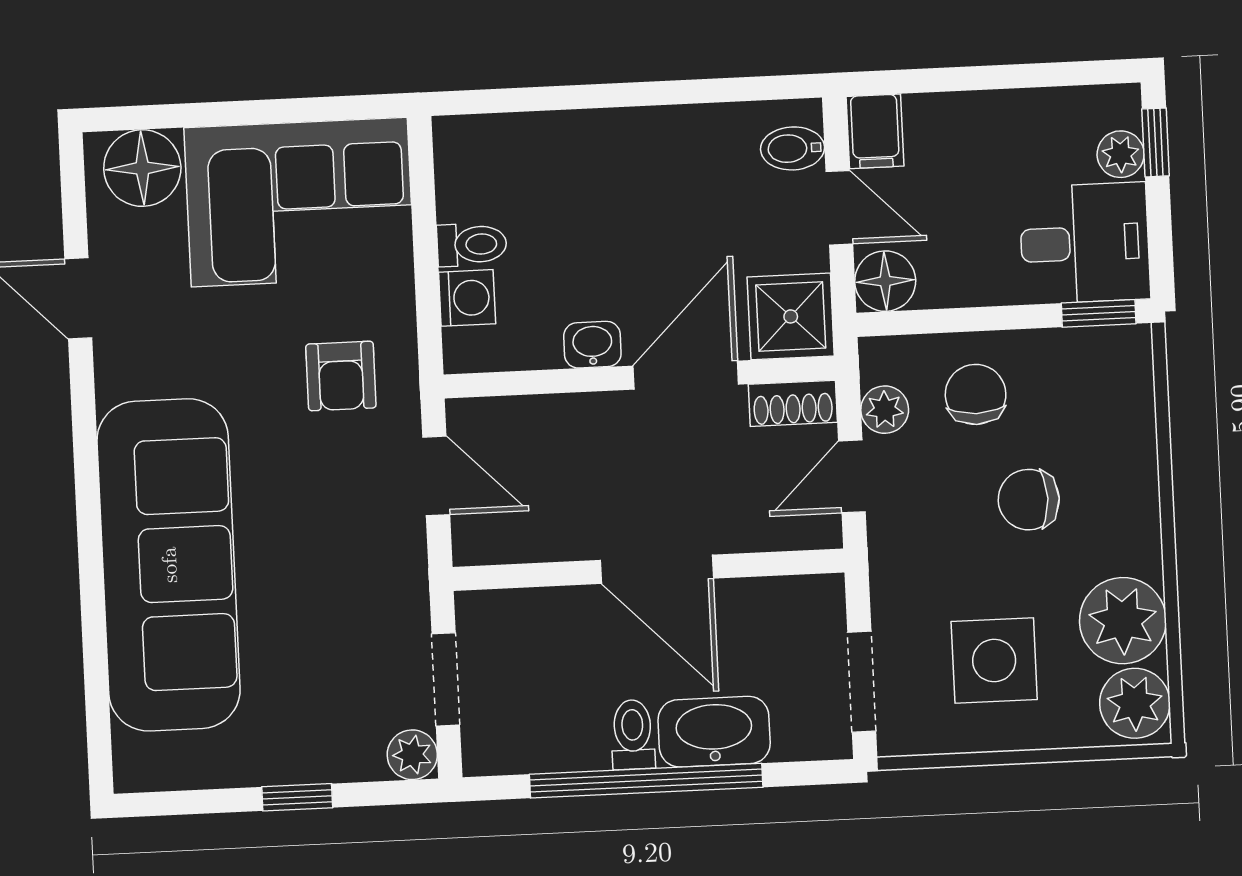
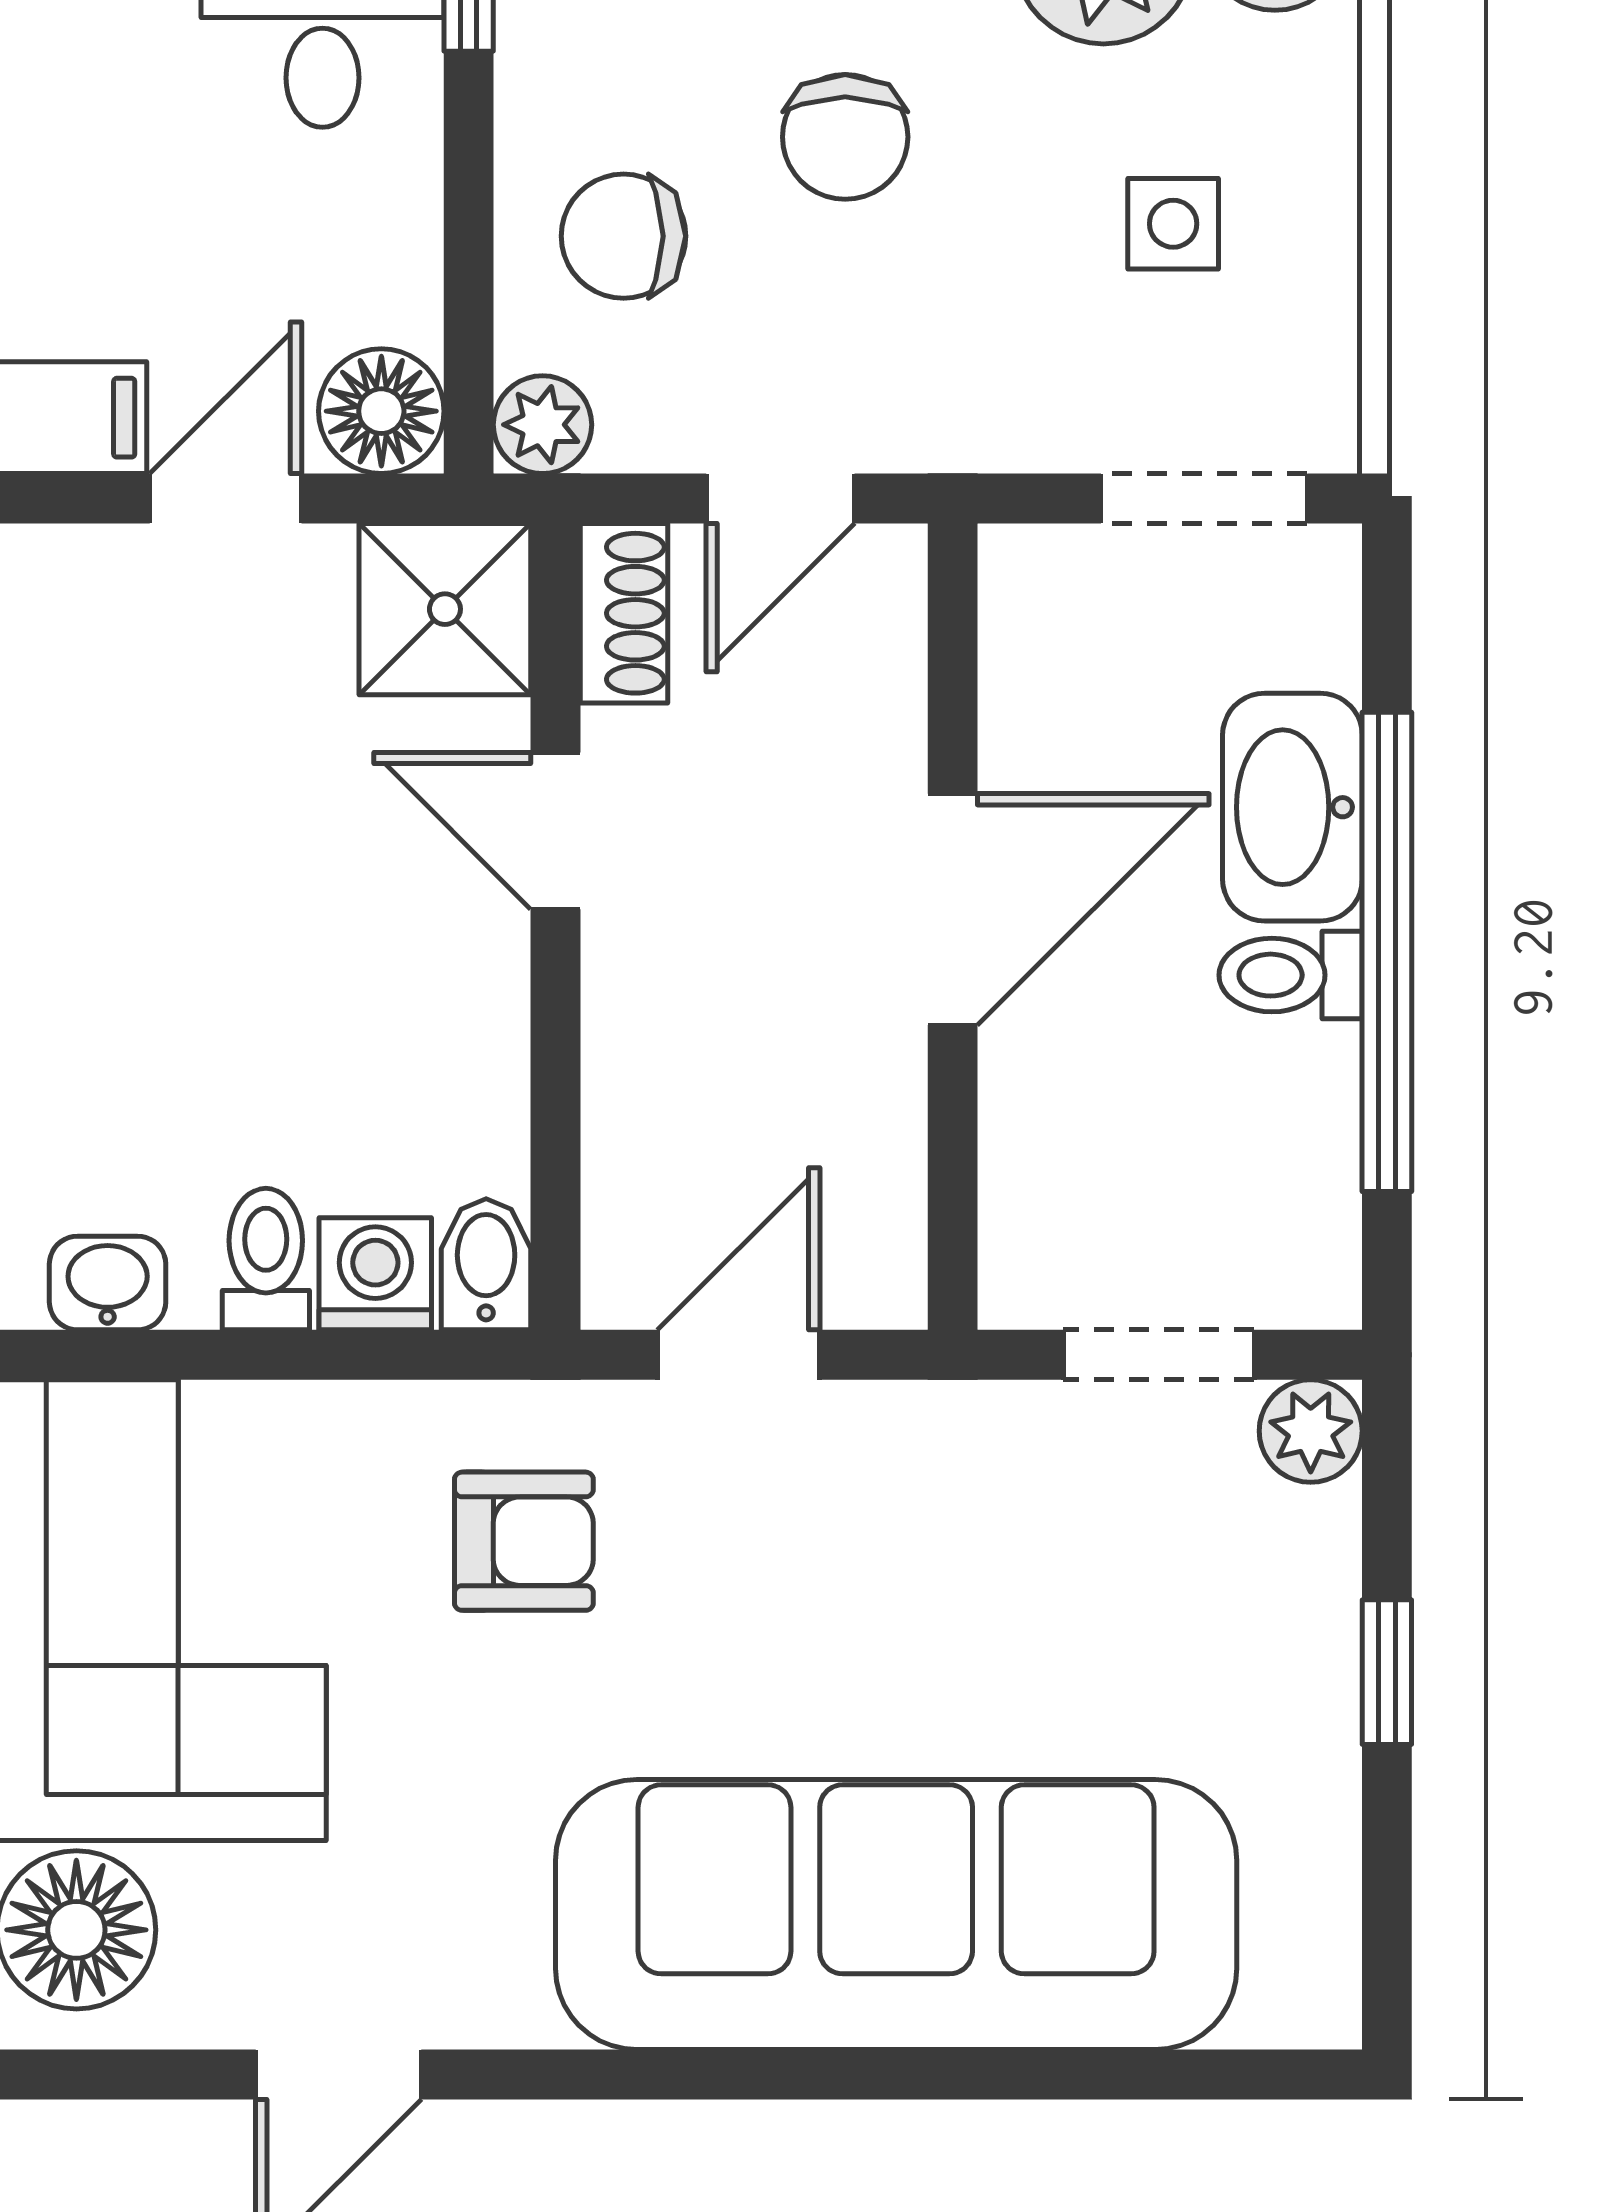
bidet: (793, 148) -> (486, 1264), moved, turned 180
washbasin: (592, 345) -> (108, 1283), moved, turned 90
door: (686, 375) -> (556, 831), width x0.73
plant: (885, 410) -> (543, 425), moved
door: (852, 476) -> (780, 499), hinge flipped
side table: (994, 660) -> (1173, 224), width x0.54, depth x0.54

